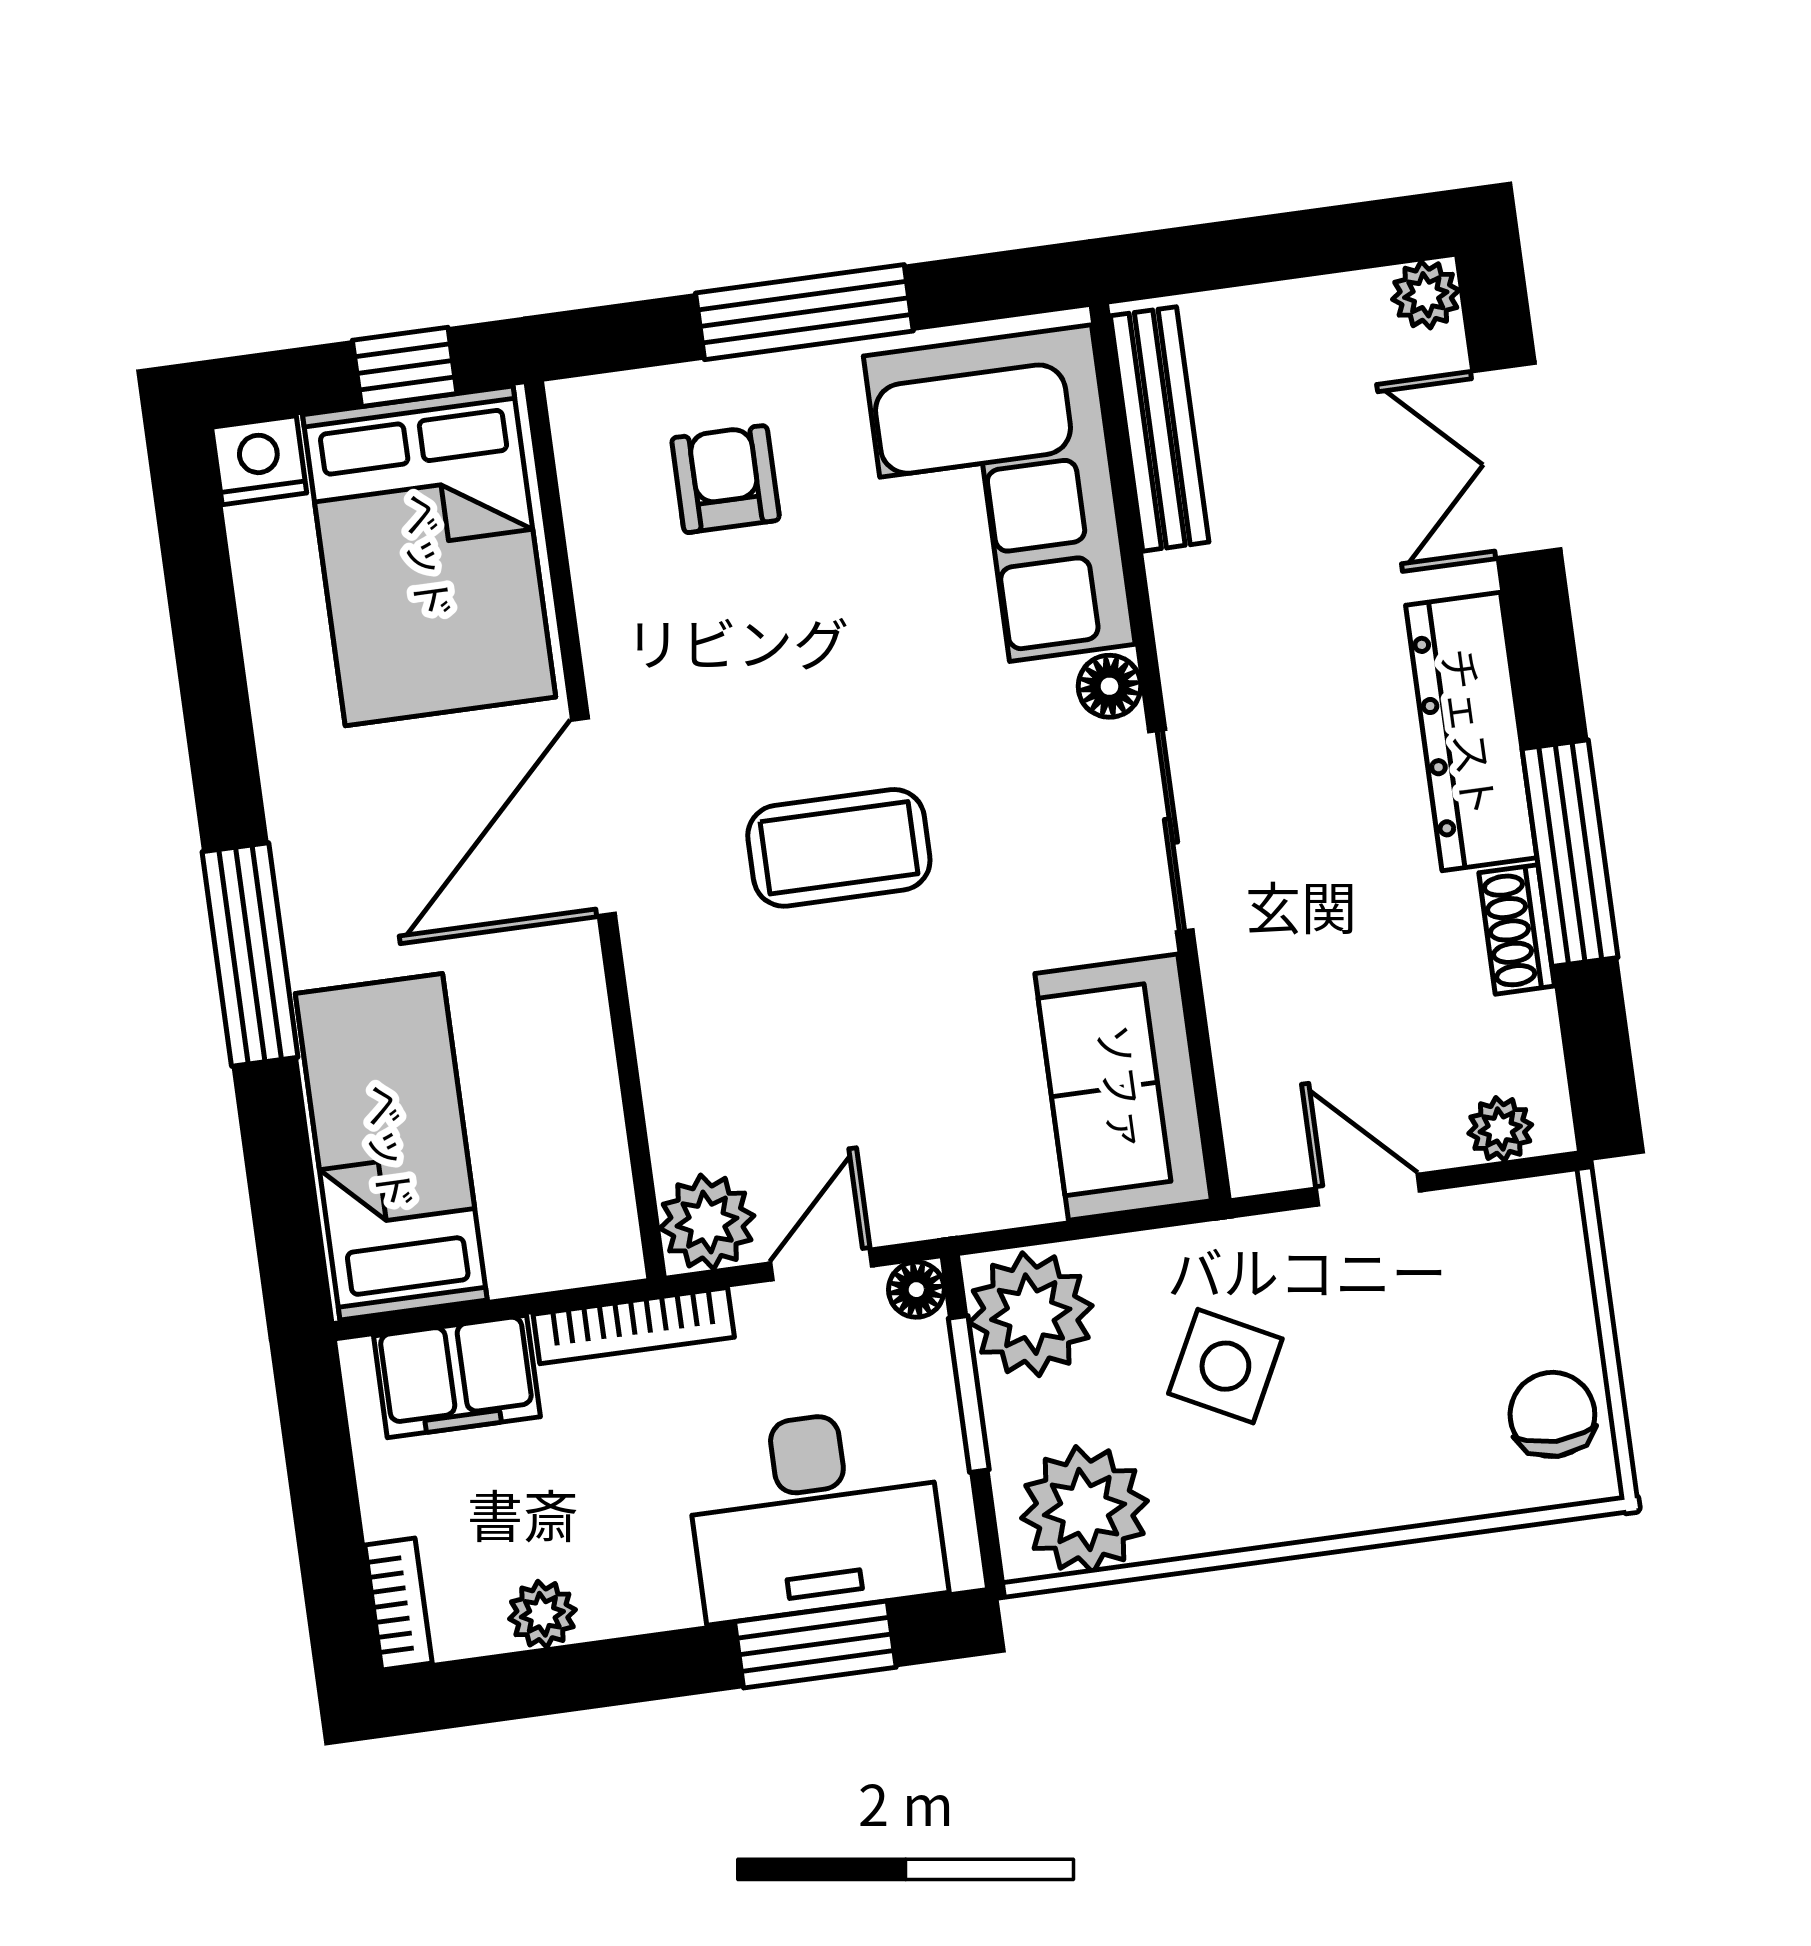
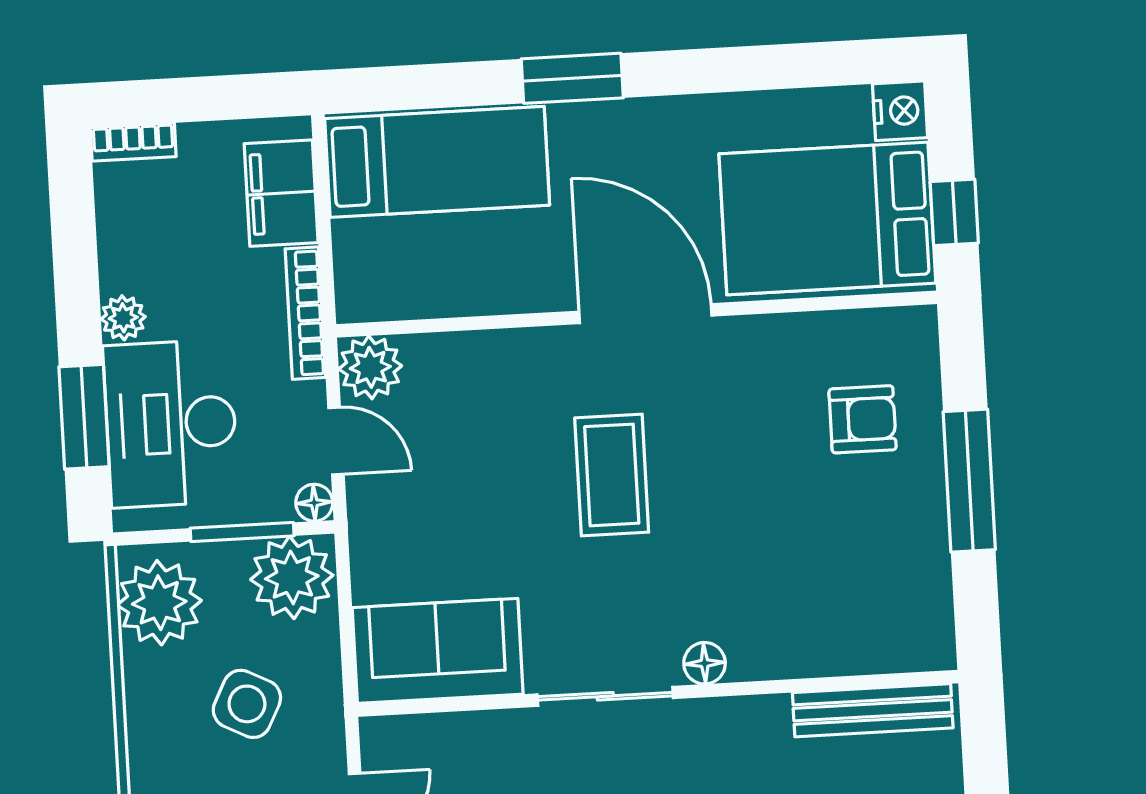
corner sofa: (999, 500) -> (834, 600), removed
window: (250, 955) -> (572, 78), width x0.69
plant: (542, 1614) -> (123, 318), moved

